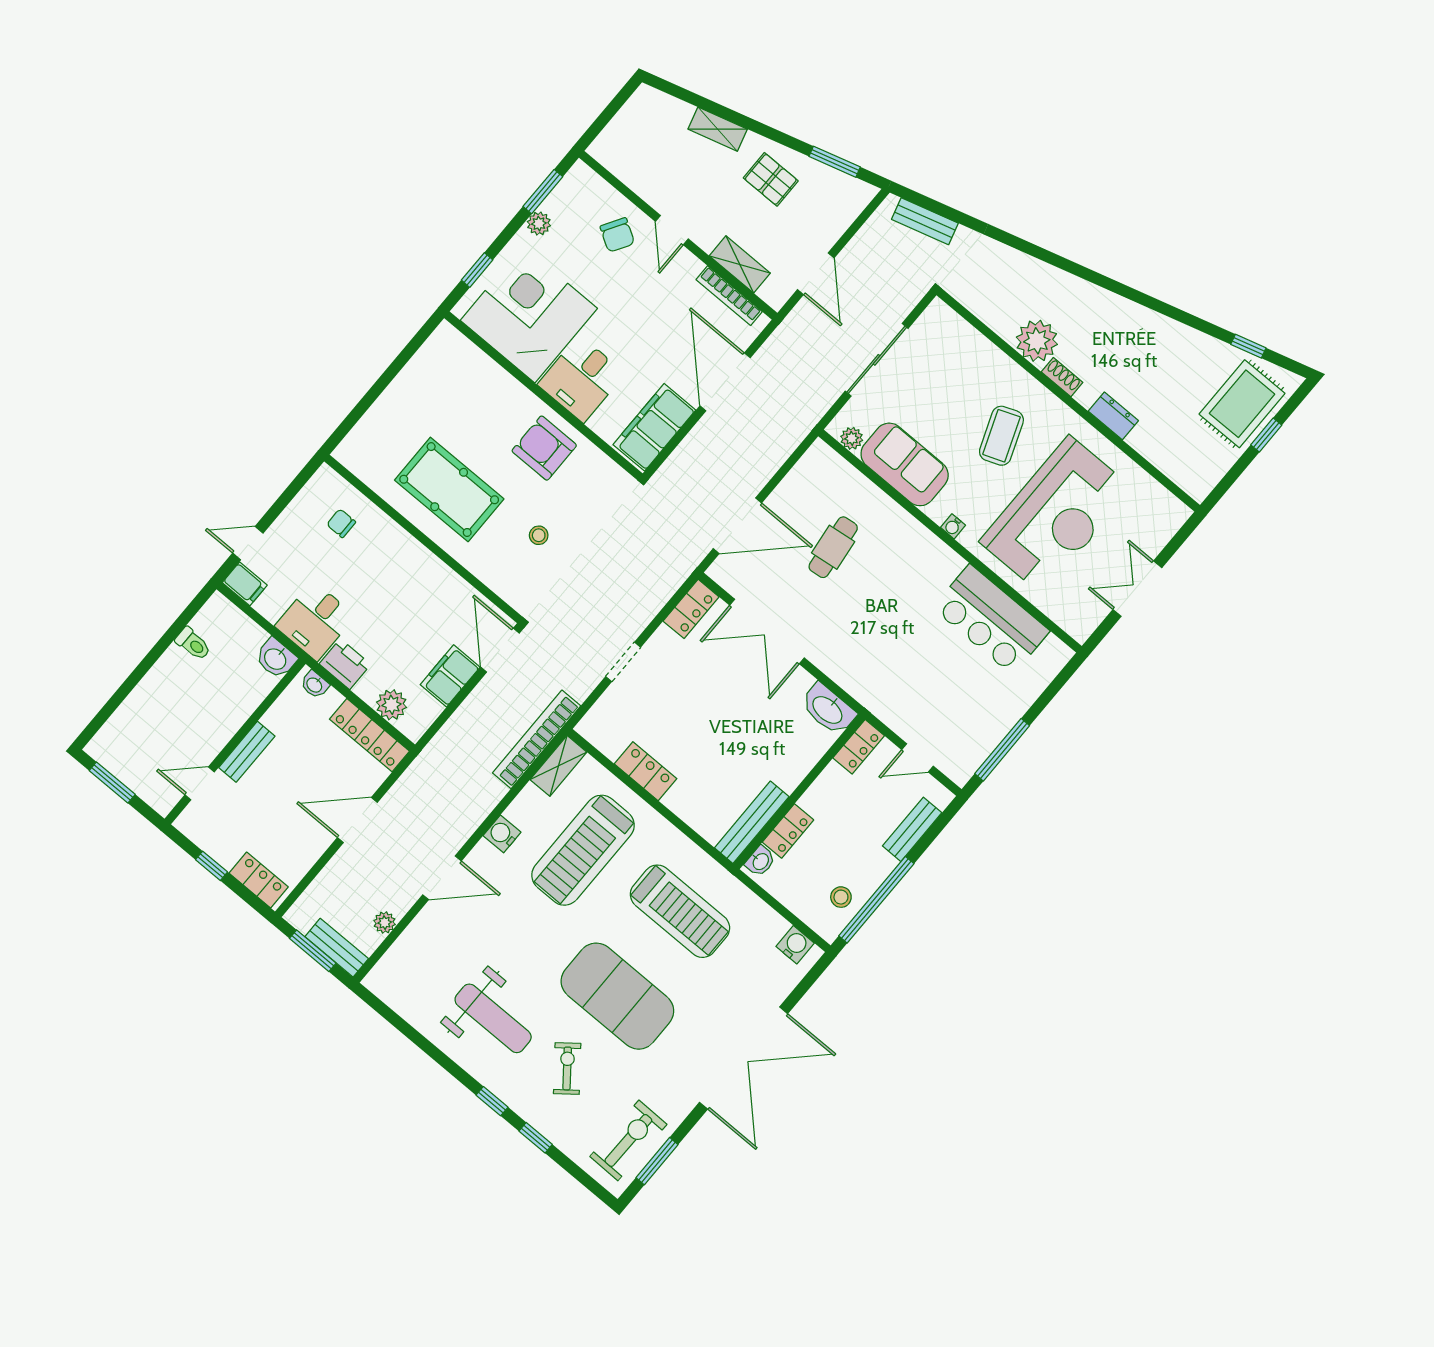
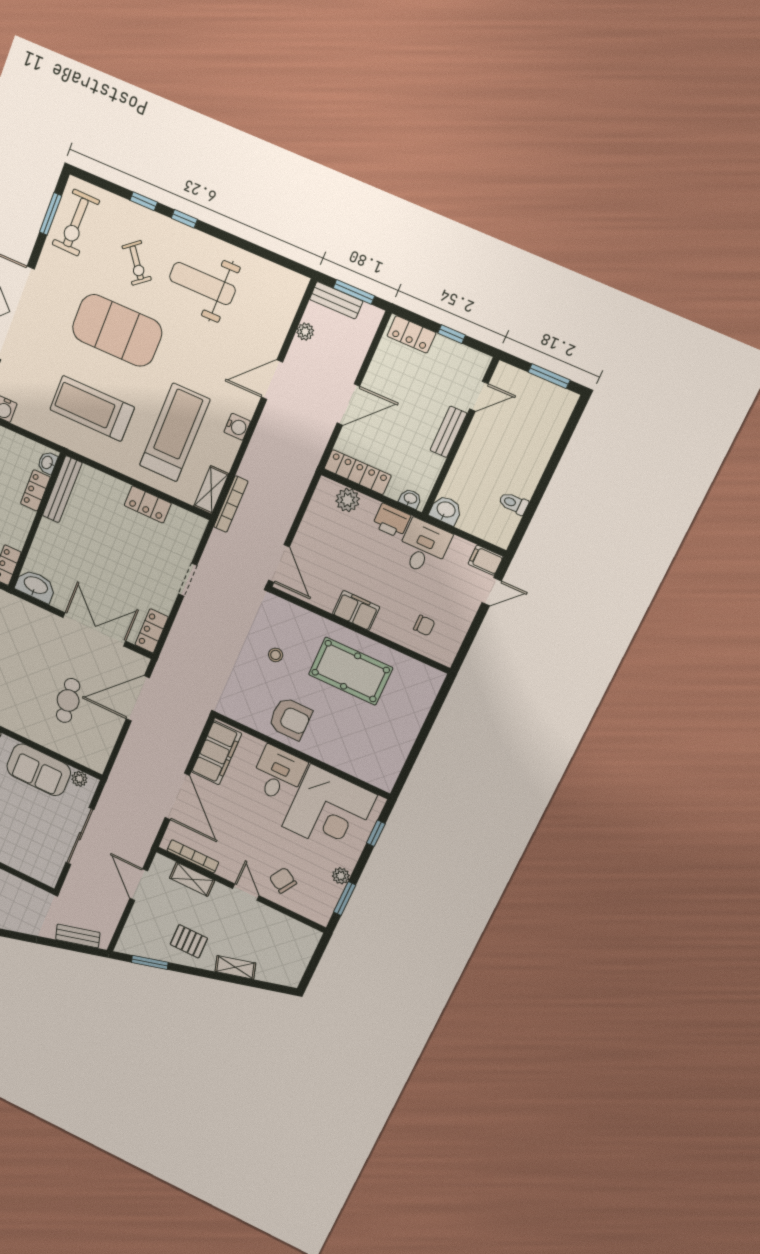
filing cabinet: (450, 676) -> (356, 610), moved, turned -90
bookcase: (537, 739) -> (231, 504), width x0.68, depth x0.76

